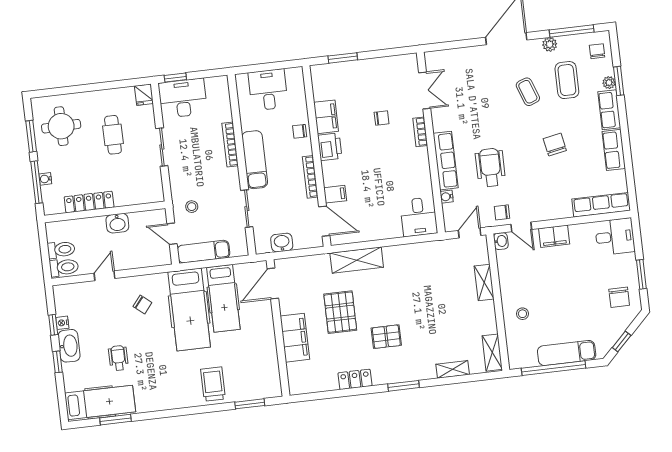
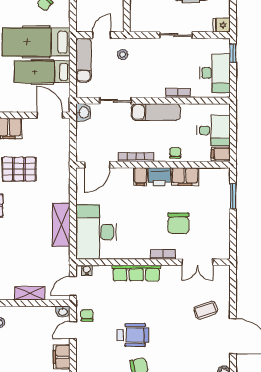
filing cabinet: (295, 78) -> (221, 154), added
coffee table: (528, 92) -> (206, 310), moved
desk: (183, 98) -> (215, 73), moved
chair: (382, 118) -> (178, 223), width x1.87, depth x1.87
bookcase: (230, 144) -> (178, 93), width x0.64
wheelchair: (490, 167) -> (133, 335), moved
filing cabinet: (335, 194) -> (140, 177), moved
water cooler: (447, 197) -> (87, 270), moved
desk: (419, 217) -> (96, 232), width x1.87, depth x1.30
door: (470, 233) -> (73, 286), swing flipped
washbasin: (282, 243) -> (83, 112), moved
shelving: (357, 260) -> (61, 225), moved

